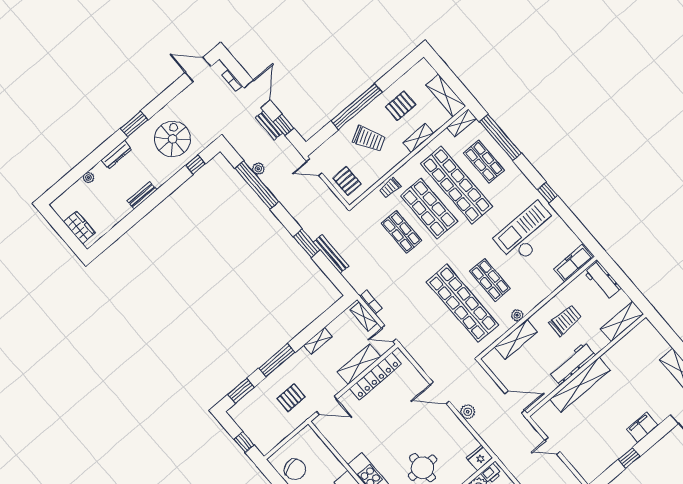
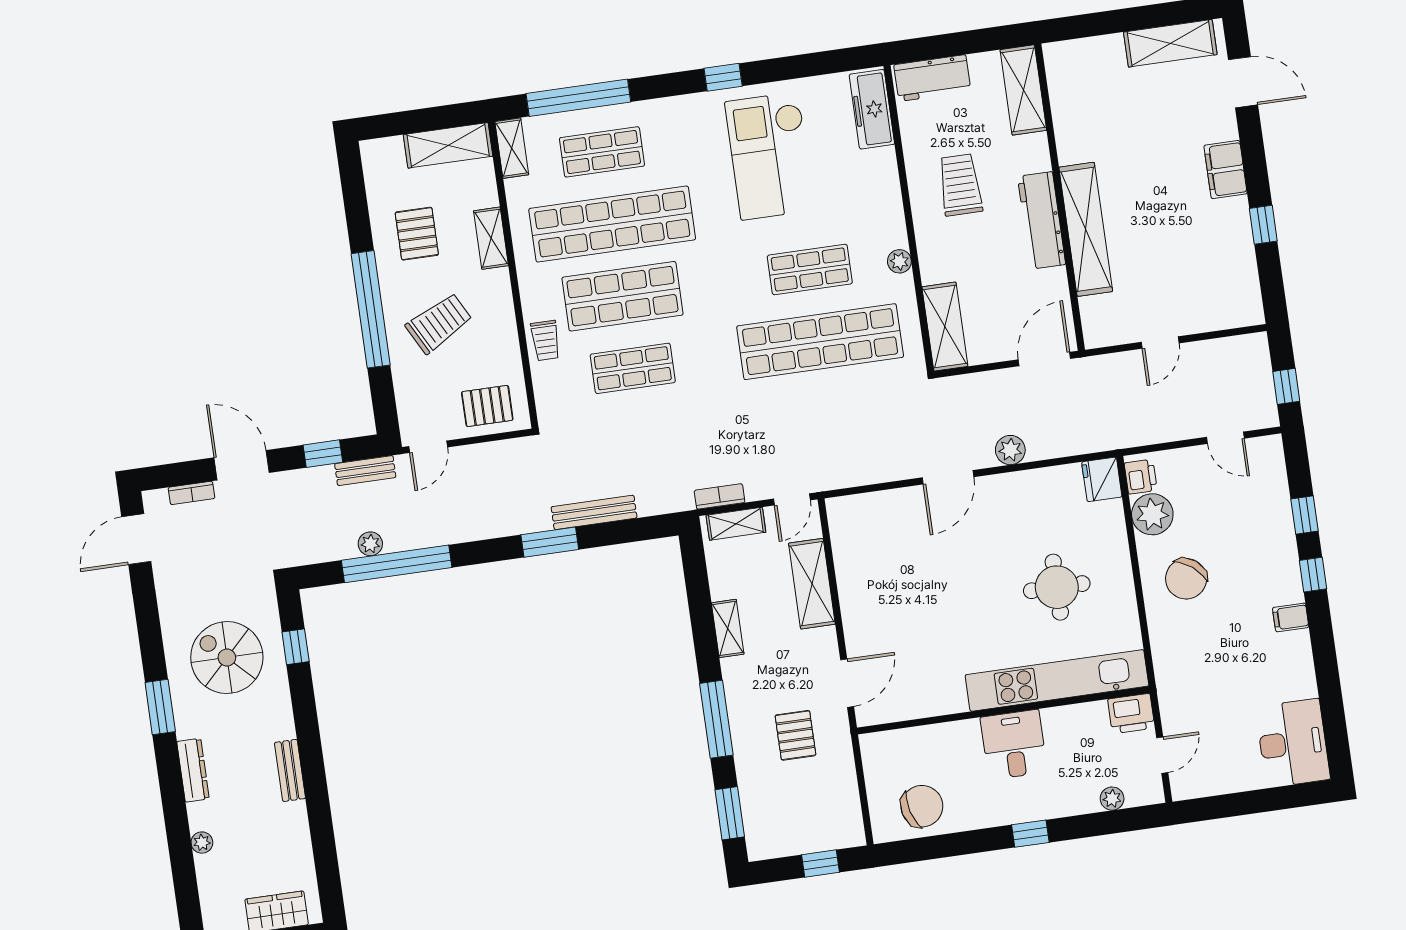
bench: (269, 125) -> (365, 471), moved
shelving: (516, 340) -> (945, 327), moved
locker: (375, 376) -> (850, 569), removed

